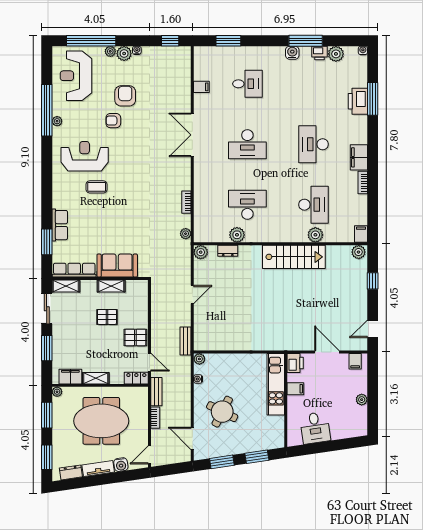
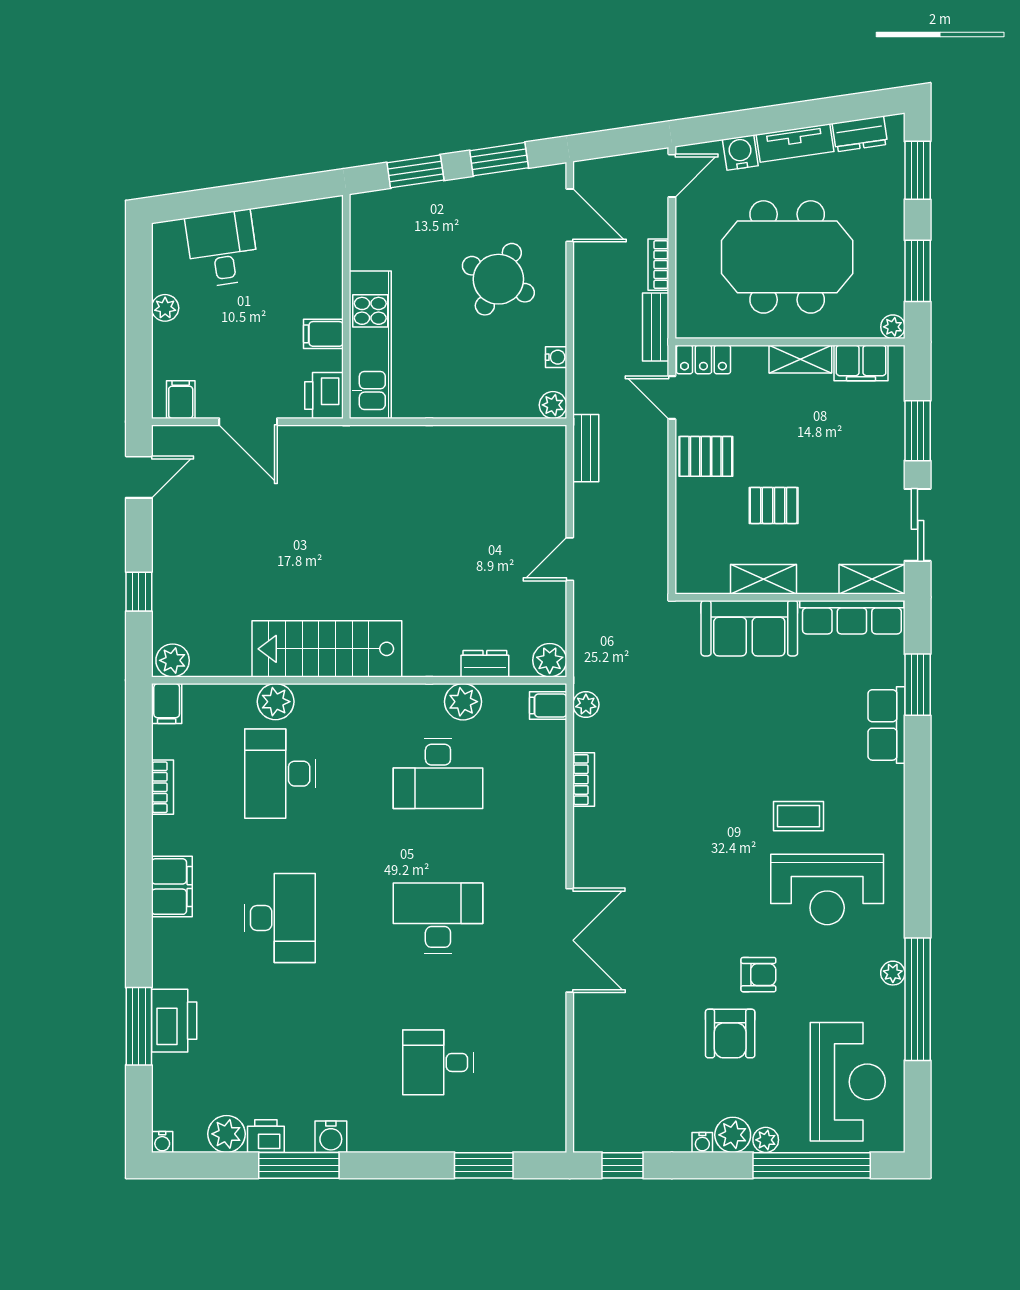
filing cabinet: (201, 87) -> (548, 705), moved
bookcase: (363, 183) -> (162, 787), moved
desk: (315, 428) -> (222, 249), moved

